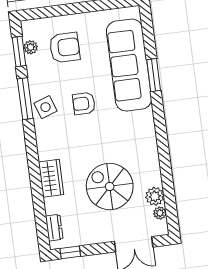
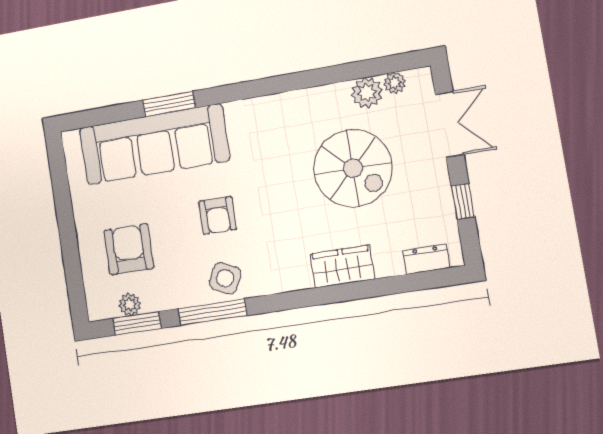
side table: (45, 107) -> (225, 278), turned 45
spiral stairs: (110, 186) -> (353, 168), turned -90
window: (70, 252) -> (463, 201), moved

